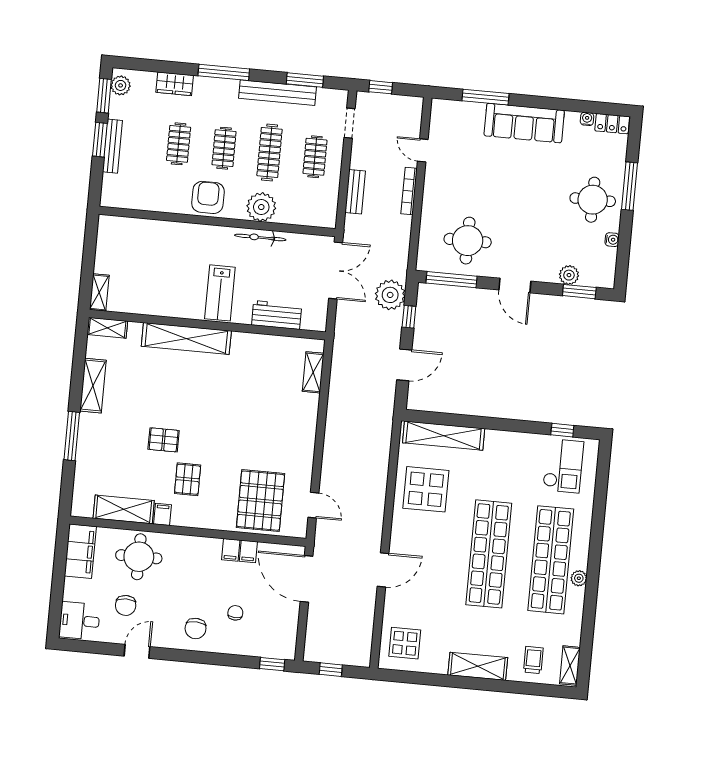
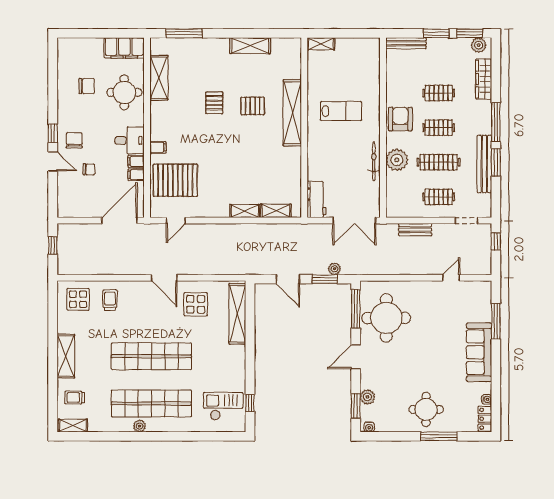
window: (305, 80) -> (496, 163), moved
wardrobe: (175, 84) -> (484, 79), width x1.50
bench: (112, 146) -> (406, 43), moved
bookcase: (409, 191) -> (420, 270), removed
armchair: (208, 197) -> (400, 119), turned -90
water cooler: (612, 240) -> (369, 427), moved
round table: (468, 241) -> (386, 318), width x1.36, depth x1.36
lab bench: (220, 293) -> (341, 111), moved, turned 180
plant: (390, 295) -> (334, 269), width x0.53, depth x0.53
workbench: (277, 315) -> (317, 199), moved
window: (409, 317) -> (325, 279), width x1.50
shelving: (107, 328) -> (245, 211), moved, turned 90
window: (72, 436) -> (184, 33), moved
checkout: (563, 466) -> (223, 406), turned 180
pallet: (188, 479) -> (253, 106), moved
display table: (426, 489) -> (196, 304), width x0.73, depth x0.73
filing cabinet: (162, 514) -> (158, 147), moved
door: (383, 570) -> (164, 278), moved
trolley: (410, 601) -> (110, 300), added
chair: (126, 605) -> (87, 86), turned 180
desk: (79, 621) -> (130, 140), moved, turned 90
chair: (196, 628) -> (74, 140), turned 87
door: (137, 651) -> (53, 161), moved
trolley: (533, 660) -> (75, 397), turned 180
window: (272, 664) -> (53, 133), moved

